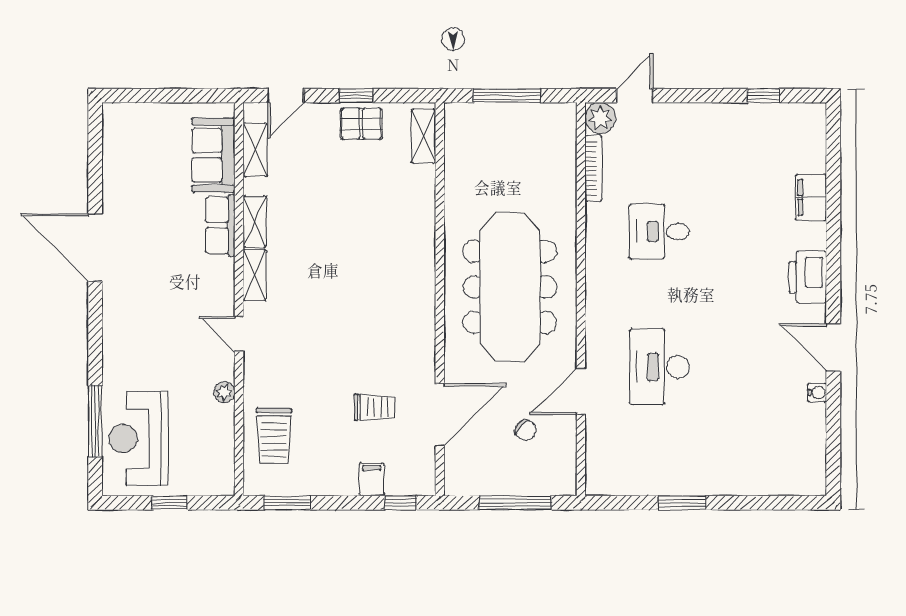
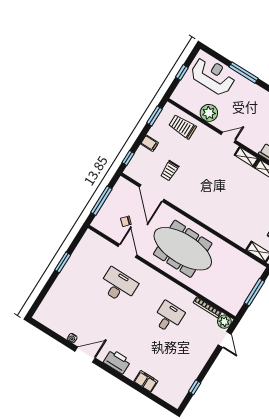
plant: (224, 392) -> (209, 113), width x1.88, depth x1.88
window: (95, 421) -> (244, 73), moved
filing cabinet: (372, 479) -> (150, 143), moved

